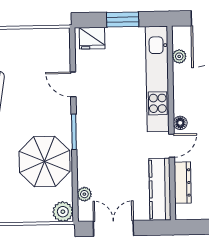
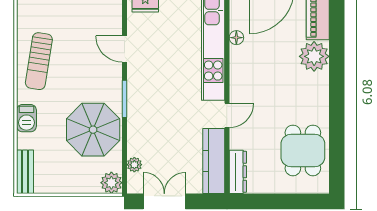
plant: (179, 56) -> (237, 22), removed
floor lamp: (180, 123) -> (236, 38), moved
dresser: (183, 183) -> (238, 172), moved

